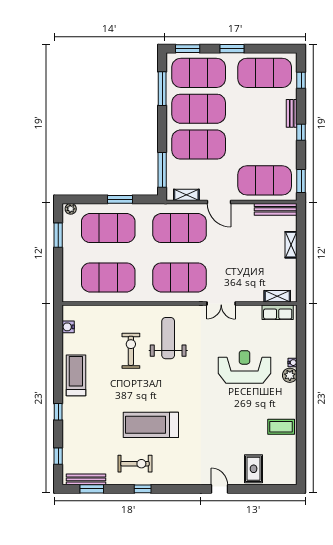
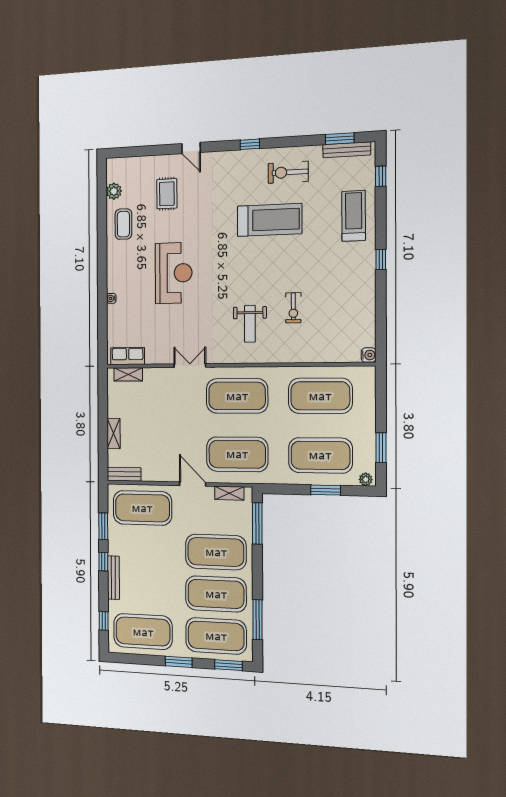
bench: (292, 113) -> (113, 578), width x1.36
window: (301, 181) -> (103, 526), moved
window: (120, 199) -> (326, 490), moved
bench: (276, 209) -> (124, 474), width x0.73
water cooler: (68, 327) -> (369, 355), moved
weight bench: (168, 338) -> (250, 324), width x0.73, depth x0.75
exercise bike: (131, 351) -> (293, 308), width x0.73, depth x0.72
reception desk: (244, 367) -> (174, 273), moved, turned -90
treadmill: (76, 375) -> (354, 216), moved, turned 180
plant: (290, 375) -> (114, 191), moved
window: (58, 412) -> (381, 260), moved
coffee table: (281, 427) -> (123, 224), turned 90
rug: (254, 469) -> (167, 194), moved
window: (143, 489) -> (250, 144), moved

